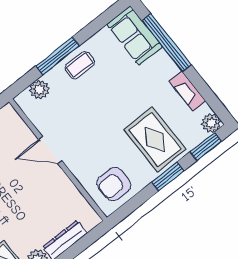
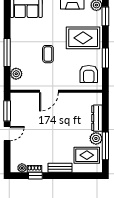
coffee table: (80, 65) -> (48, 54), moved
window: (168, 177) -> (105, 58), moved

